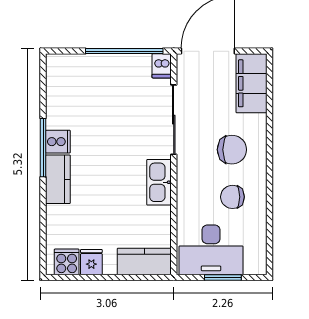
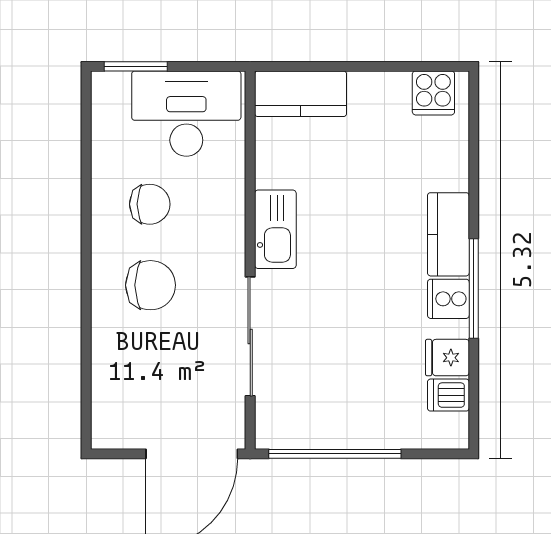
dishwasher: (162, 66) -> (448, 395), moved, turned -90
filing cabinet: (252, 83) -> (117, 399), removed
chair: (232, 150) -> (150, 285), turned 180
fridge: (91, 262) -> (447, 358), moved, turned 90
window: (223, 277) -> (136, 66), moved

